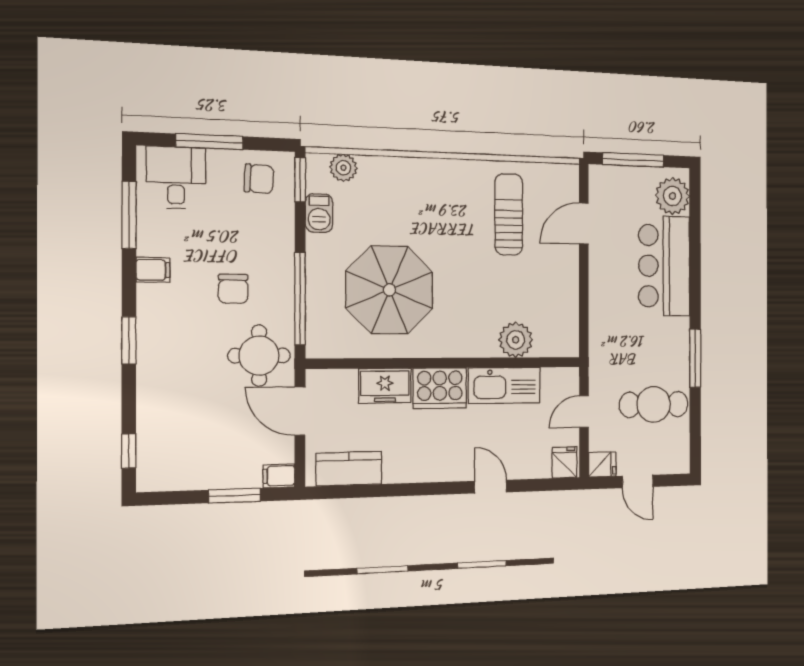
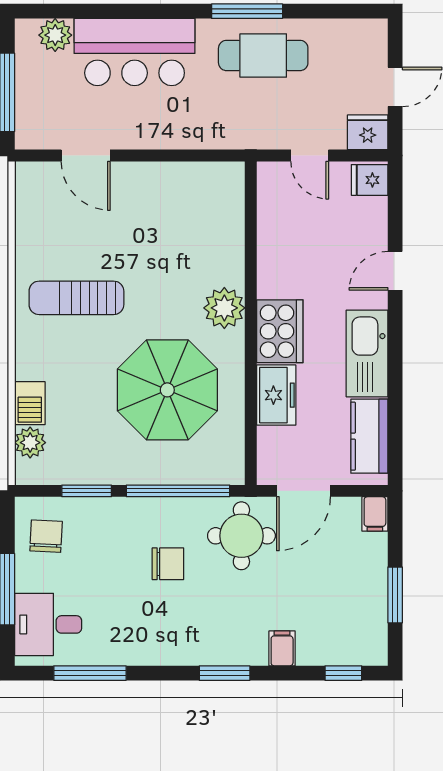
window: (300, 180) -> (87, 491), moved
plant: (672, 196) -> (55, 35), width x0.73, depth x0.73
barbecue: (319, 213) -> (30, 403), moved, turned 90
sun lounger: (509, 214) -> (76, 298), moved
filing cabinet: (153, 270) -> (282, 648), moved
plant: (516, 340) -> (224, 308), moved
kitchen sink: (504, 385) -> (367, 353), moved, turned 180
cafe table: (654, 404) -> (263, 55), moved, turned 90
fridge: (602, 464) -> (368, 132), width x1.38
window: (234, 496) -> (395, 595), moved

